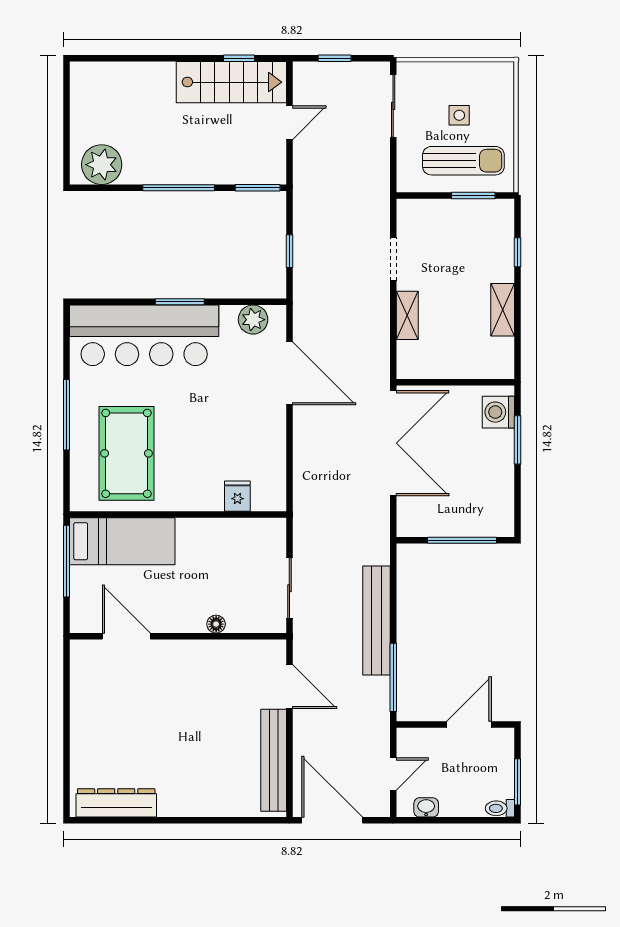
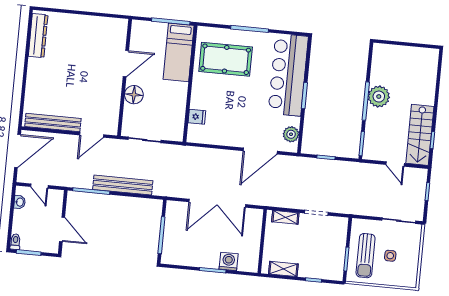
plant: (102, 165) -> (379, 97), moved
wall: (455, 382) -> (262, 241), moved
floor lamp: (216, 624) -> (134, 95), width x1.89, depth x1.89
door: (126, 636) -> (126, 64), moved

